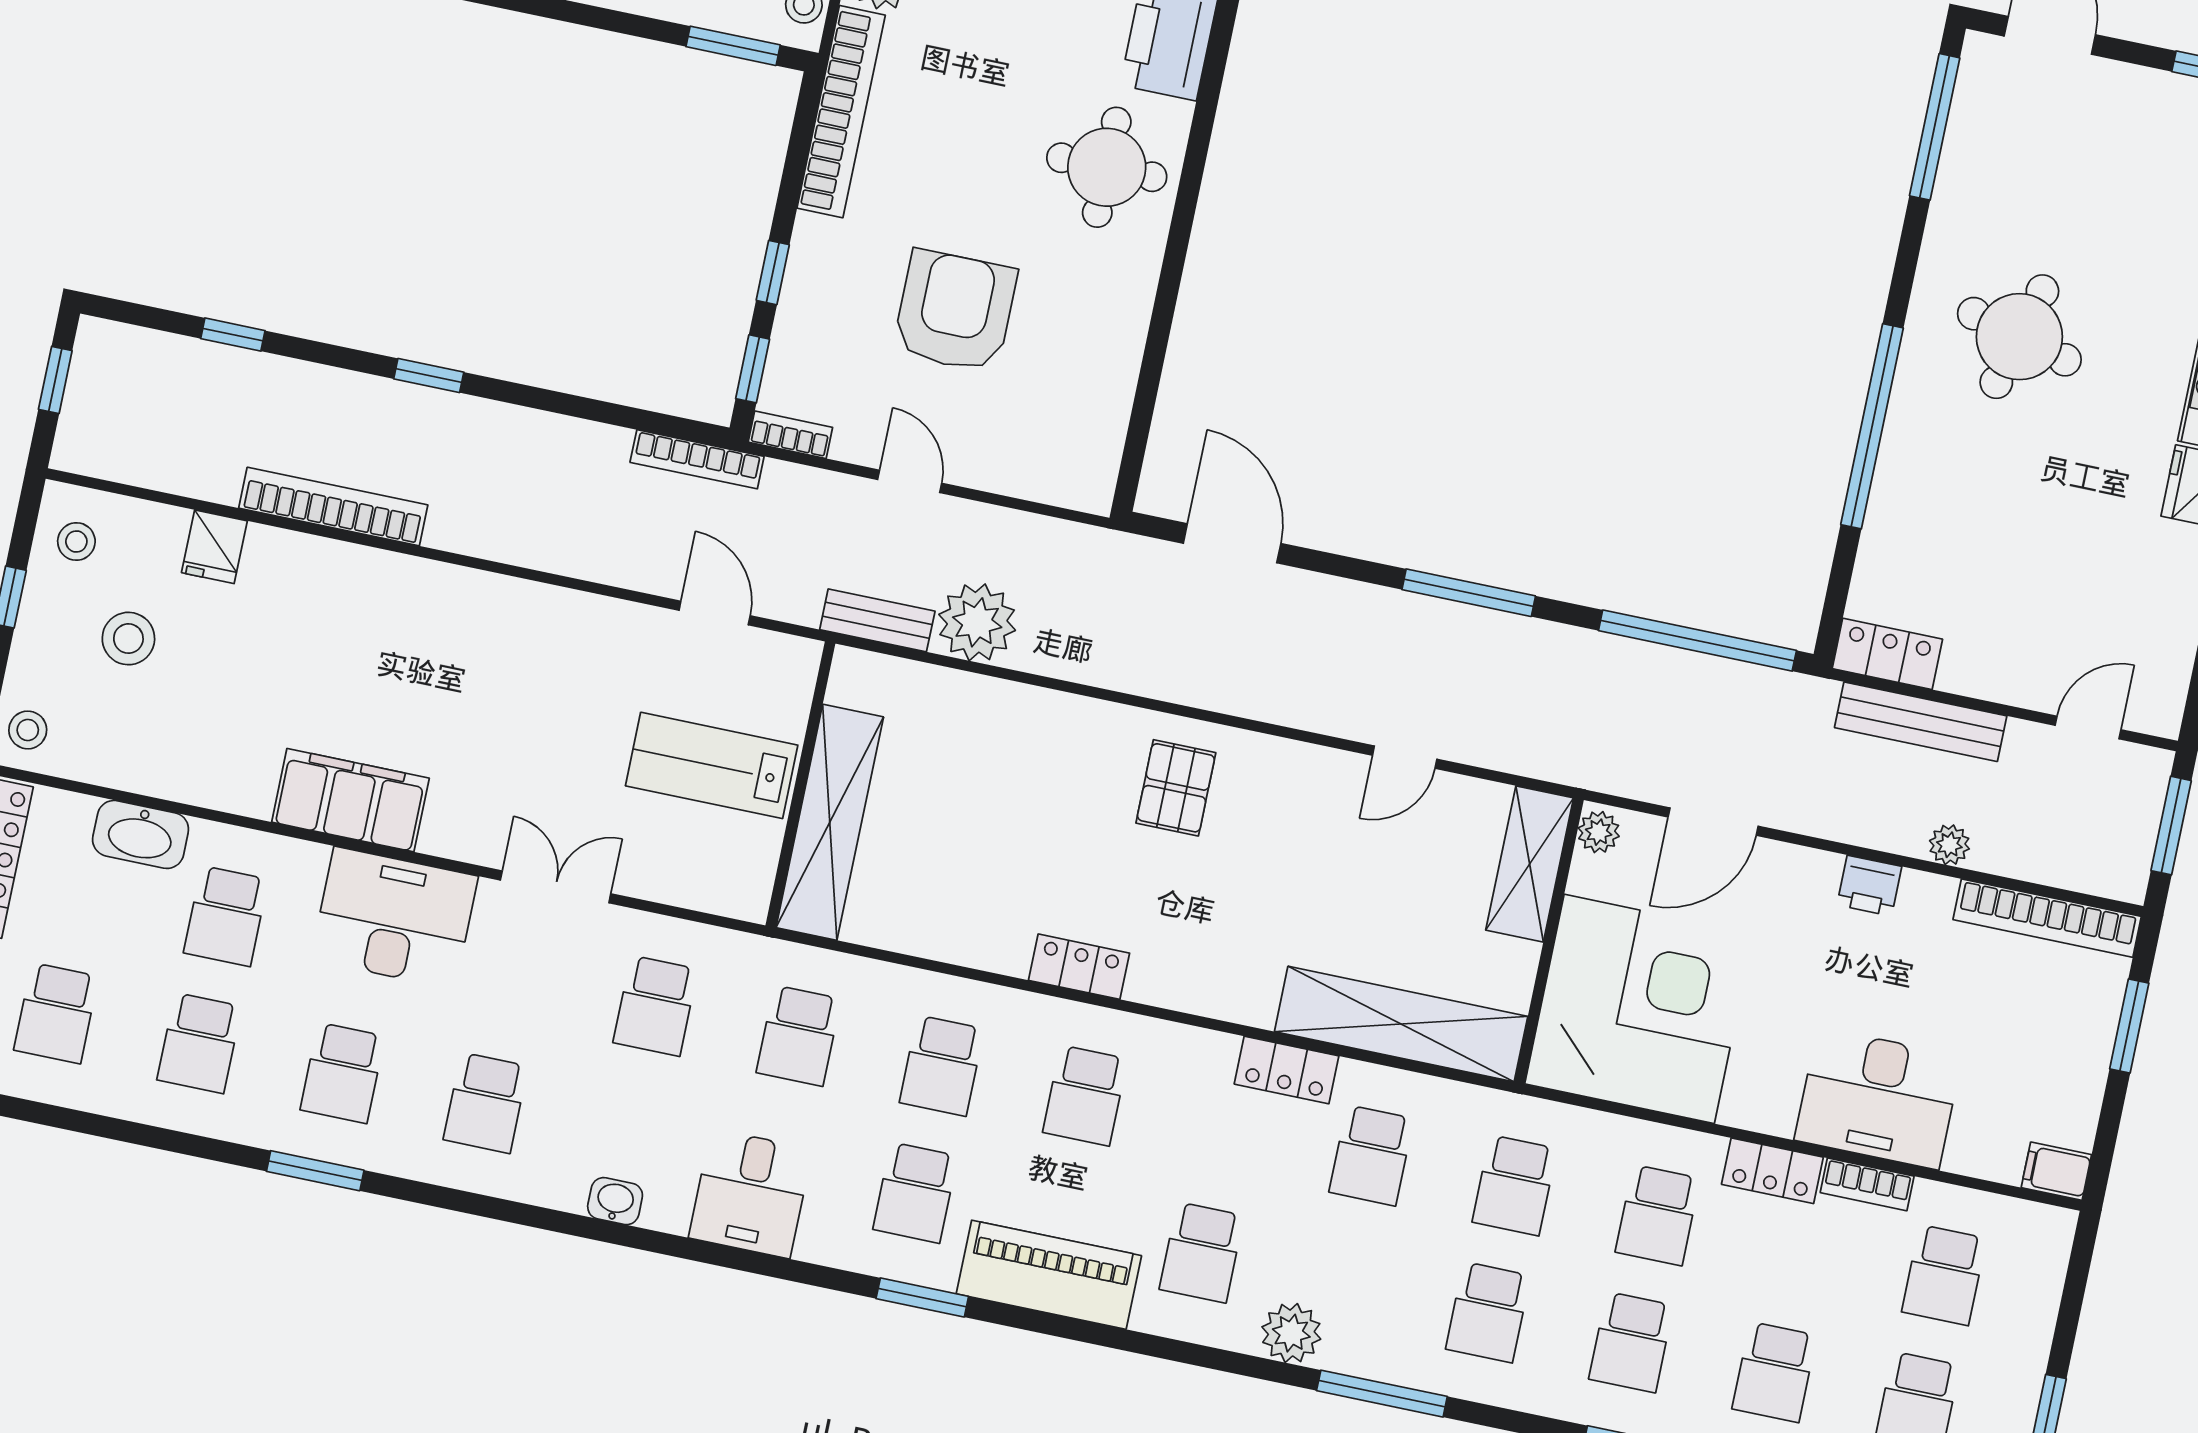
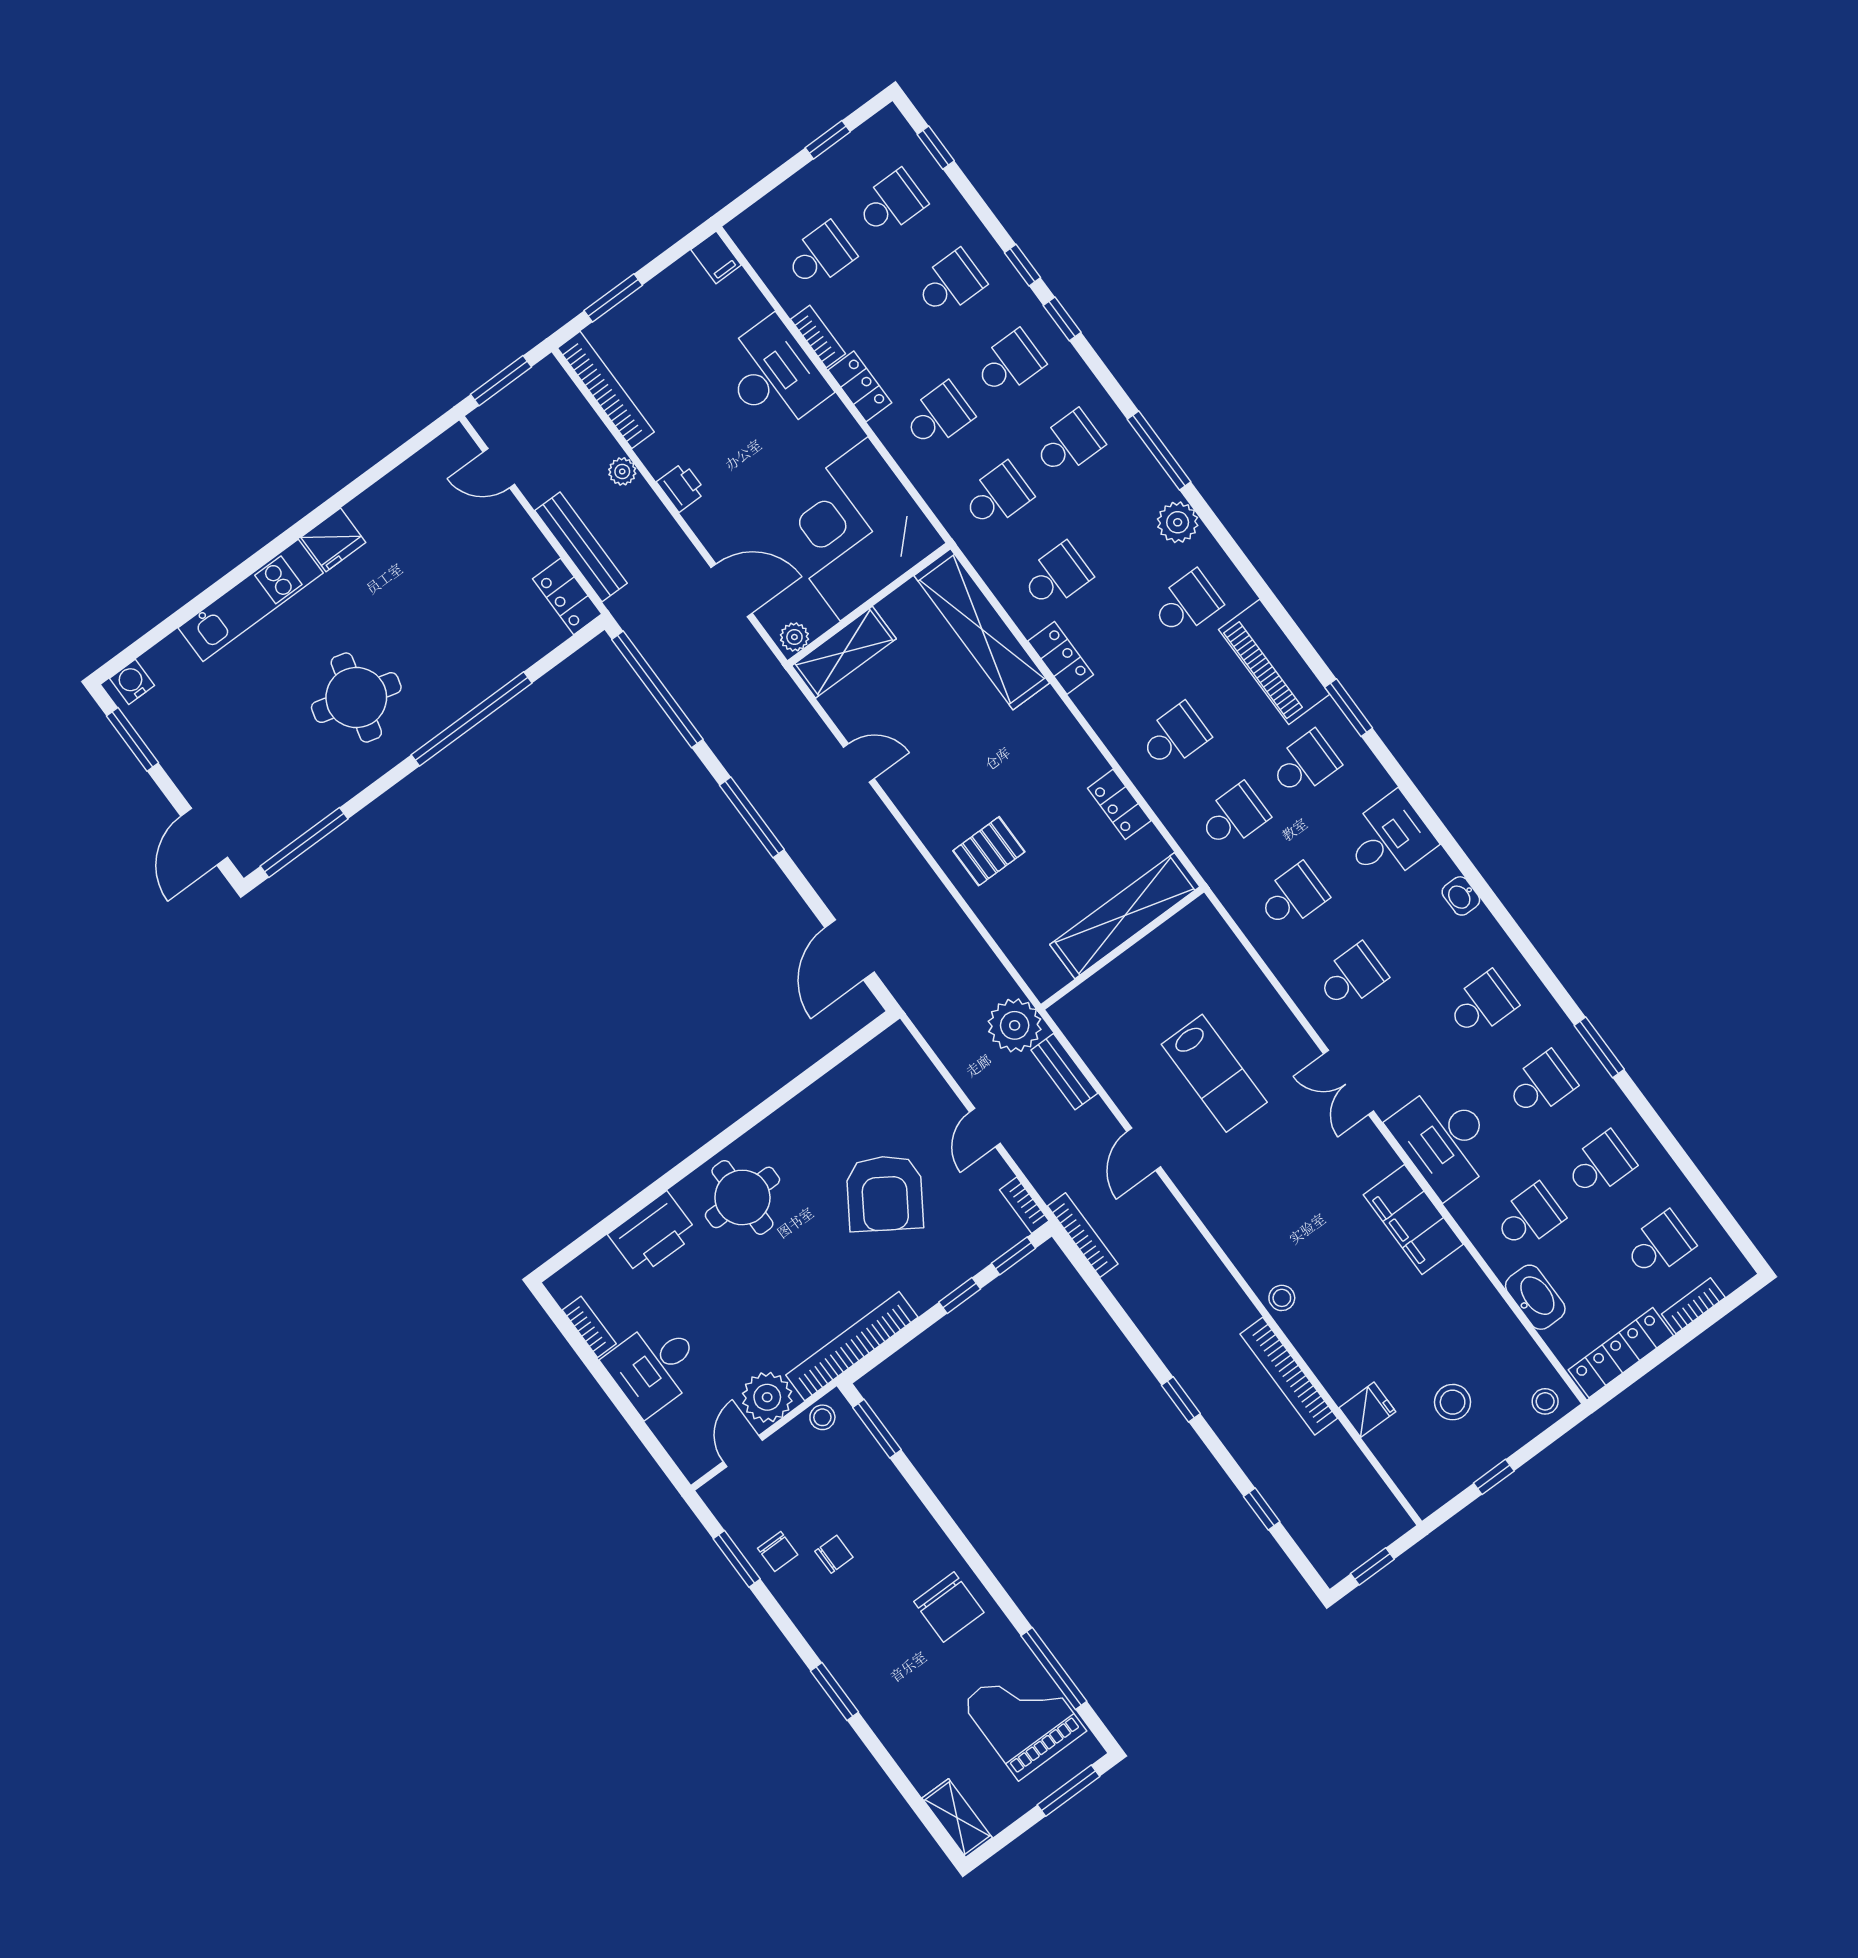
armchair: (955, 311) -> (885, 1193), turned -57
stool: (76, 542) -> (1282, 1298), moved
wall: (800, 785) -> (1122, 948), moved
shelving: (830, 822) -> (1125, 916), moved

